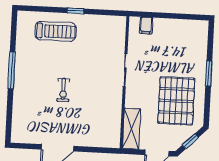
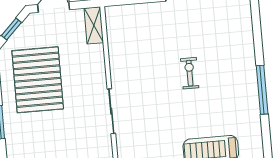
shelving: (132, 129) -> (94, 25), width x0.67, depth x0.75

